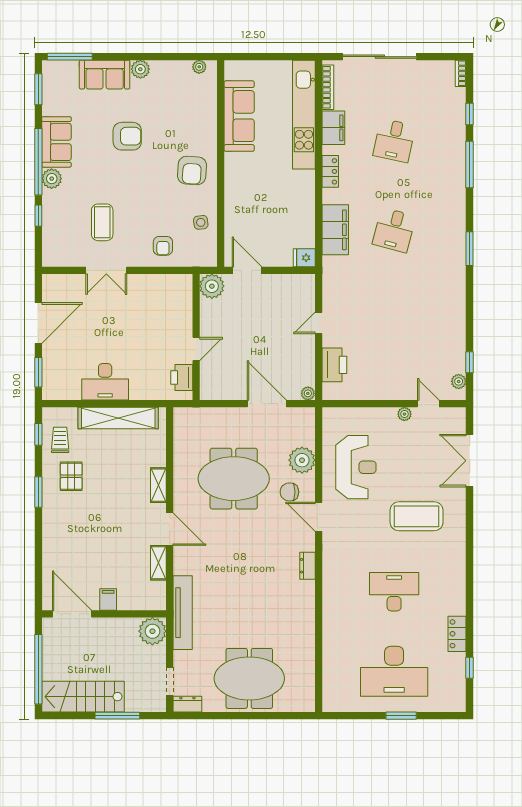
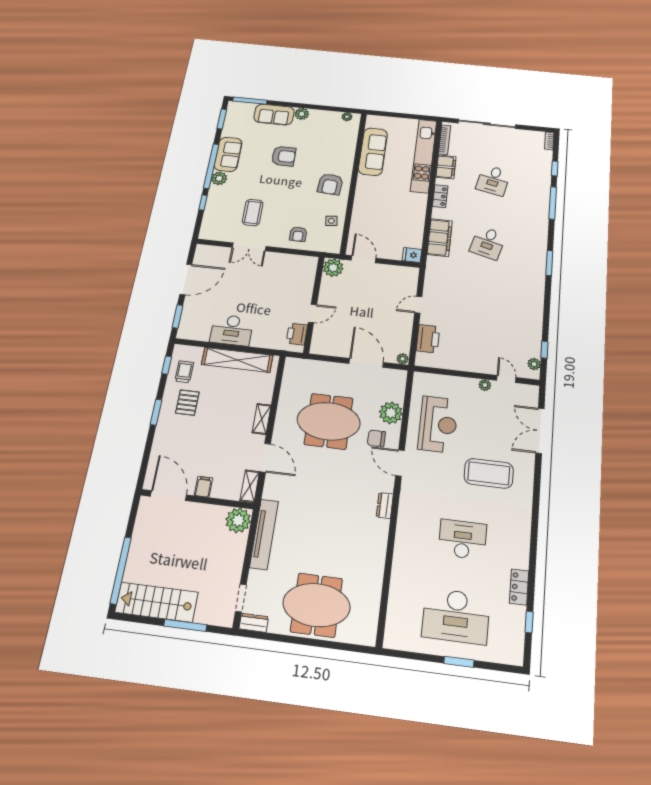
filing cabinet: (108, 600) -> (203, 487), moved
door: (72, 614) -> (168, 496), moved
wall: (104, 614) -> (197, 499), moved
plant: (152, 631) -> (238, 520), moved

